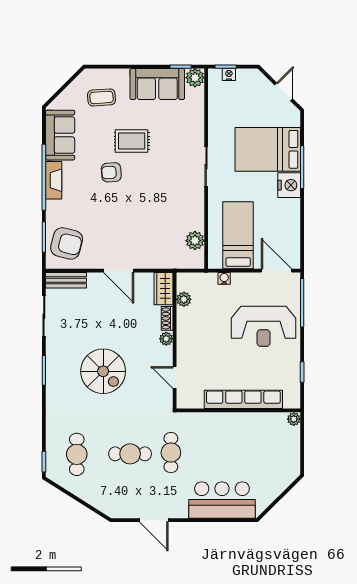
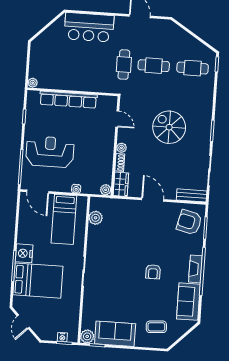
rug: (132, 141) -> (137, 294), removed
armchair: (111, 172) -> (153, 272), turned 94
plant: (184, 299) -> (106, 190), moved
cafe table: (77, 454) -> (193, 68), turned 90

